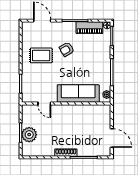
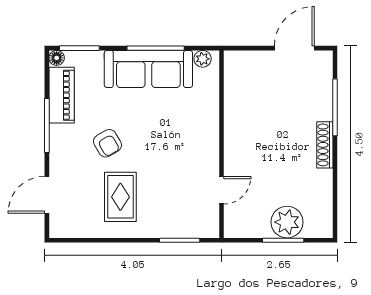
sofa: (78, 94) -> (148, 69), moved, turned -90

